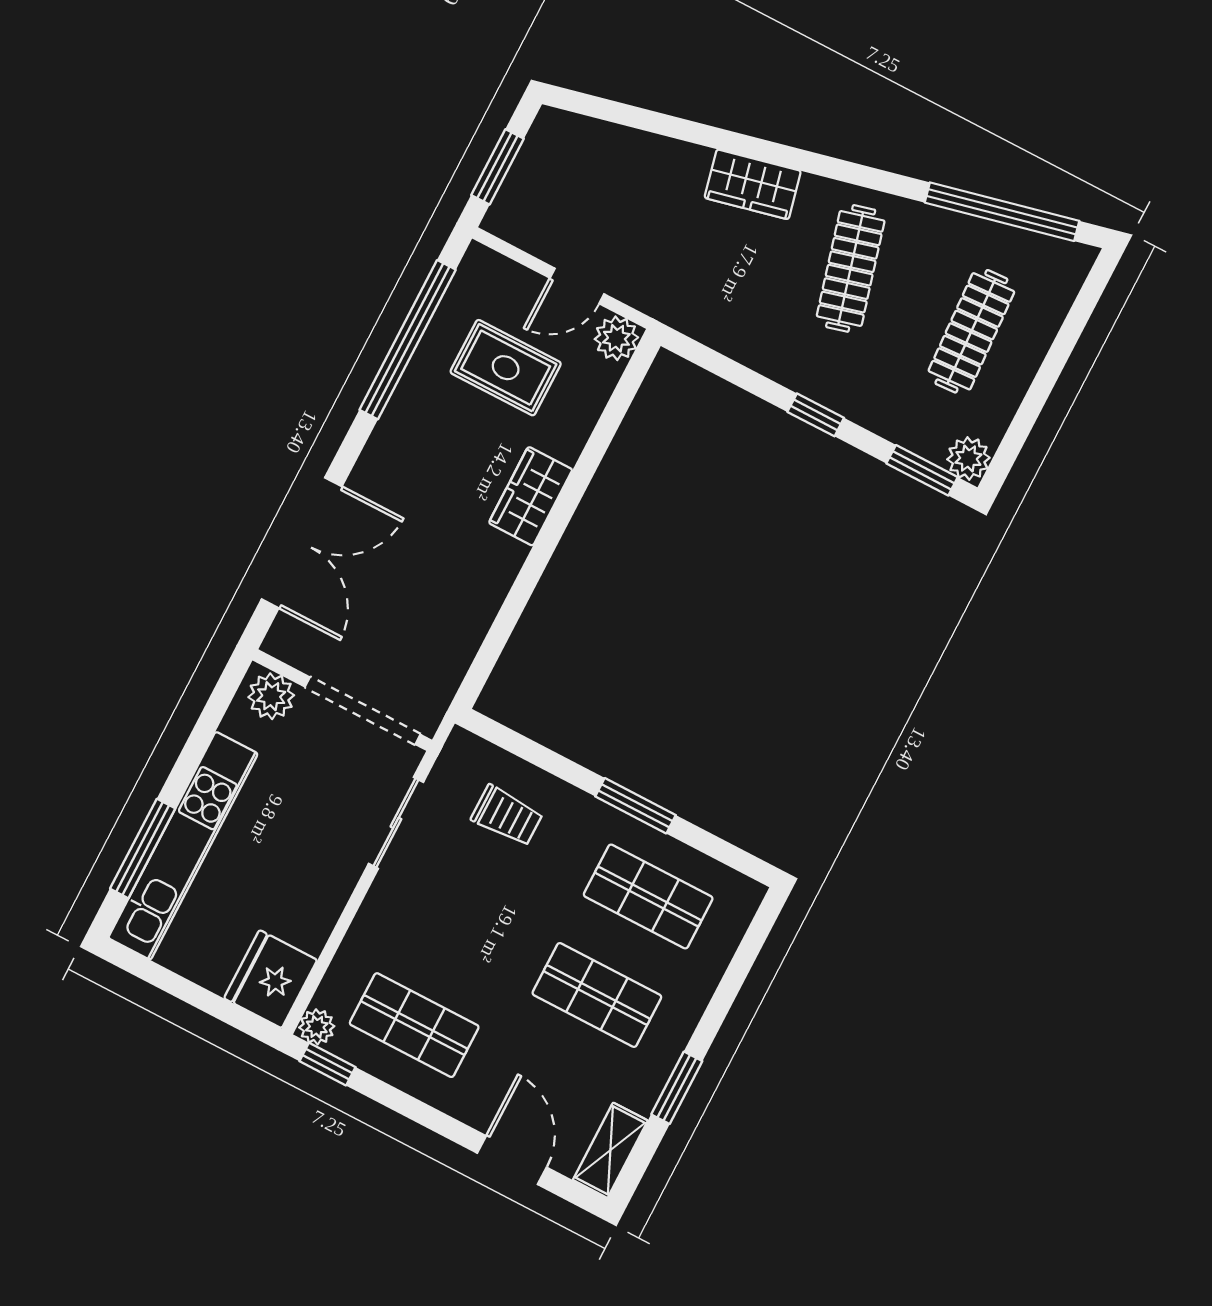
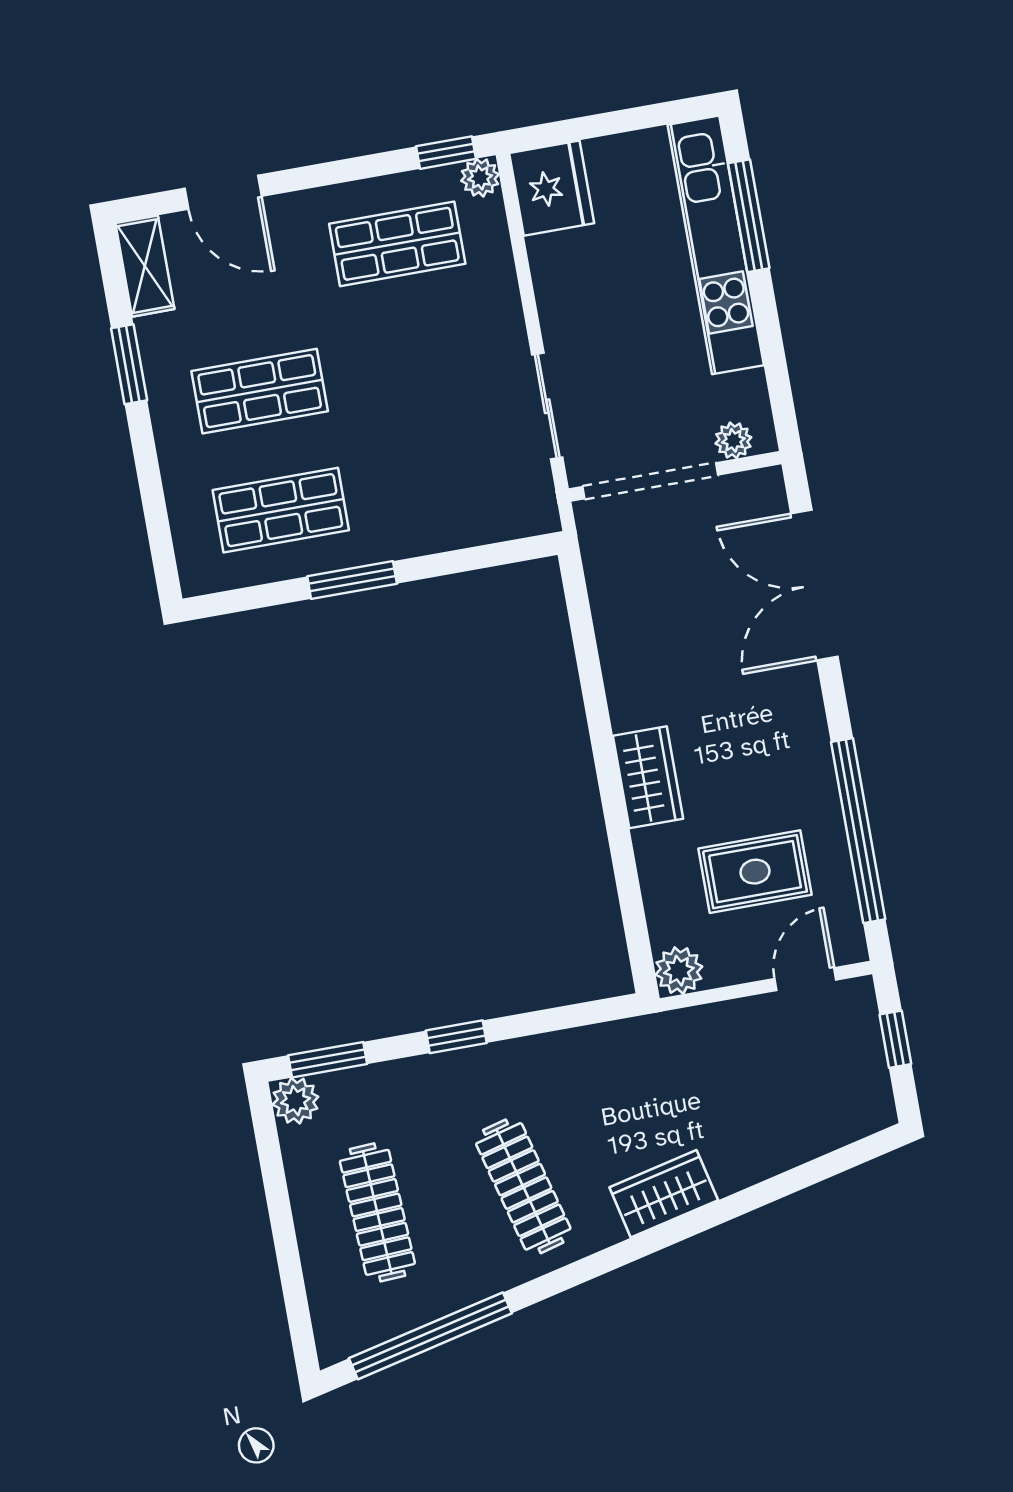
window: (497, 167) -> (895, 1039), width x0.67
door: (577, 286) -> (805, 979), moved
plant: (271, 696) -> (733, 440), width x0.73, depth x0.73
trolley: (507, 816) -> (456, 486), removed

